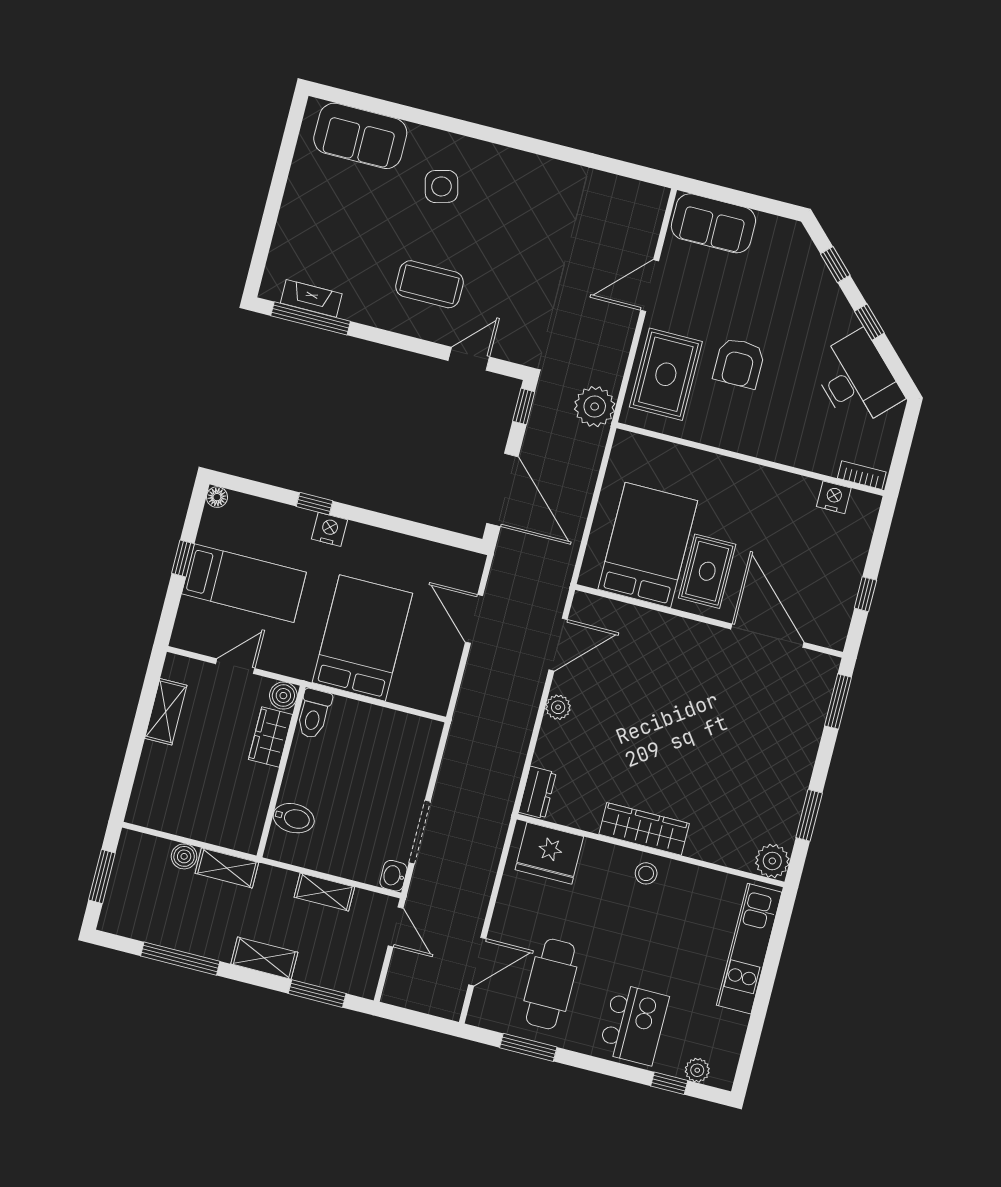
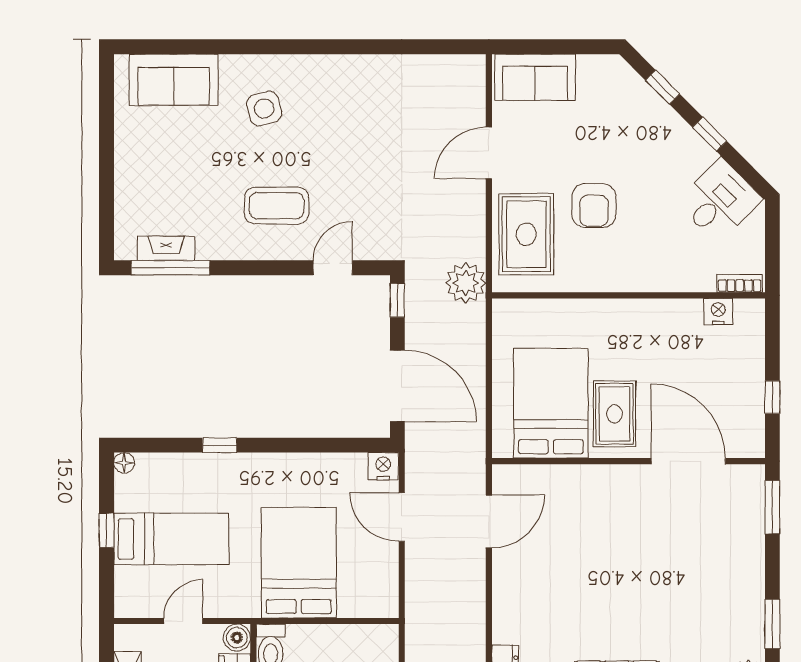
desk: (857, 379) -> (719, 201), width x0.73
nightstand: (330, 529) -> (383, 466), moved
plant: (558, 707) -> (504, 581), removed

